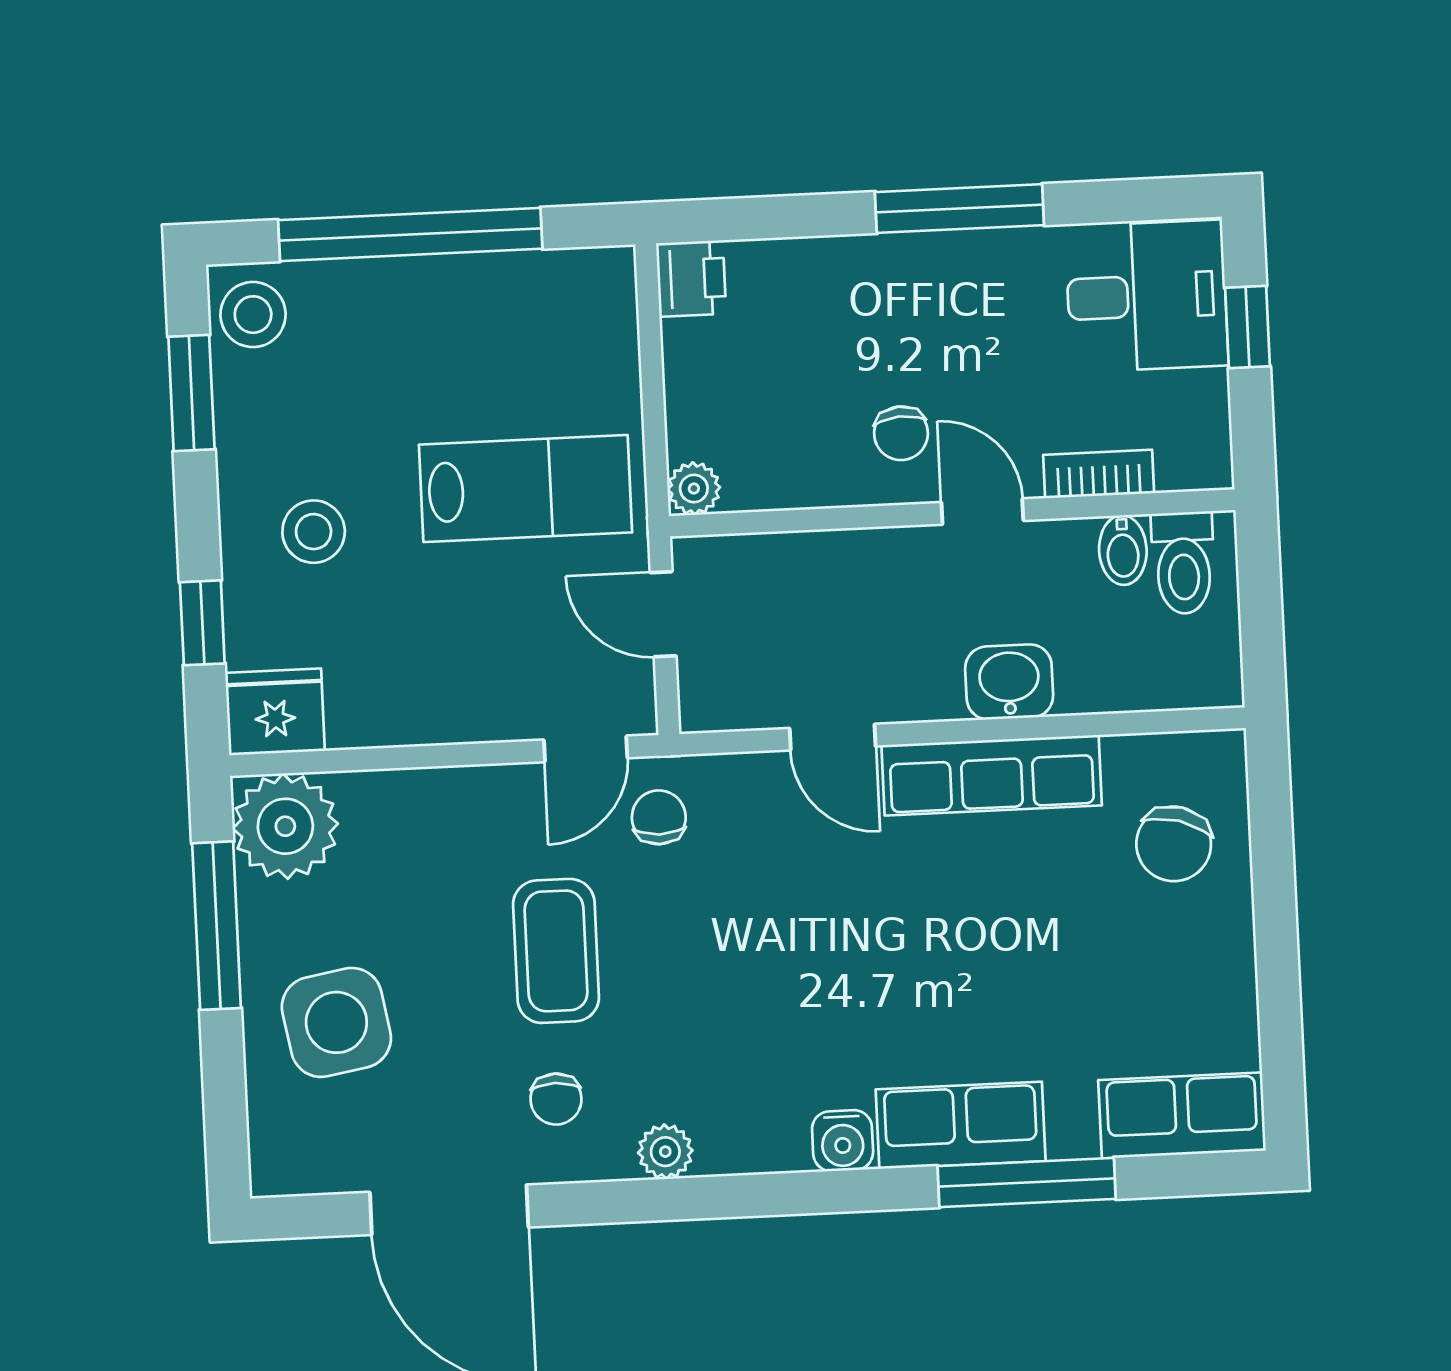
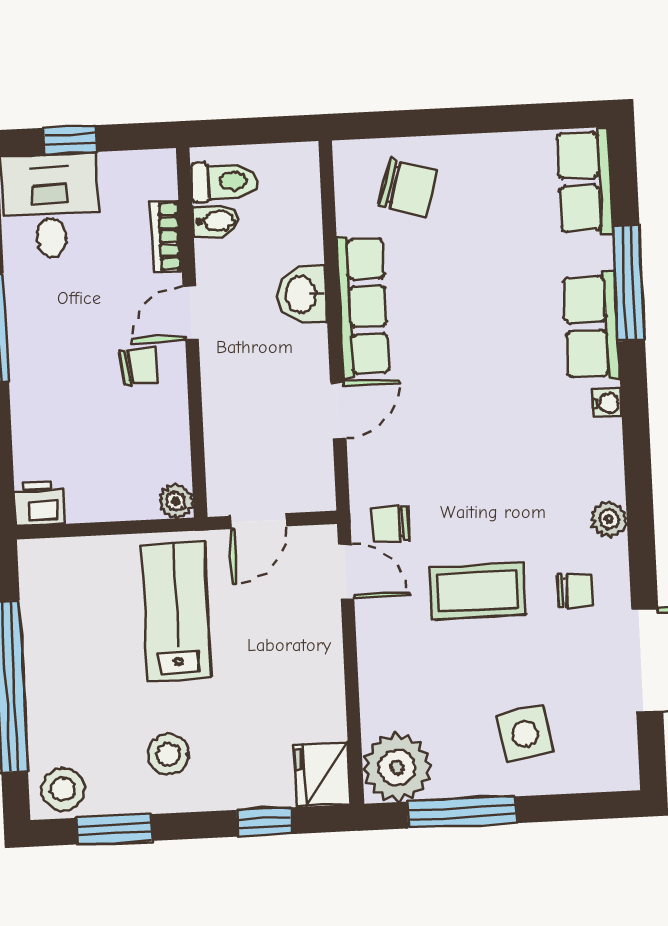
stool: (314, 532) -> (168, 754), moved
side table: (336, 1022) -> (525, 734), width x0.73, depth x0.73
water cooler: (843, 1141) -> (607, 403), width x0.72, depth x0.72

